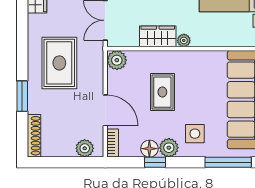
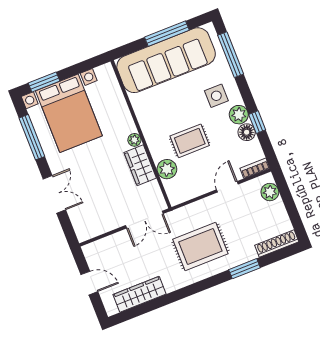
plant: (117, 60) -> (167, 169), moved
door: (105, 110) -> (227, 187), width x0.73

